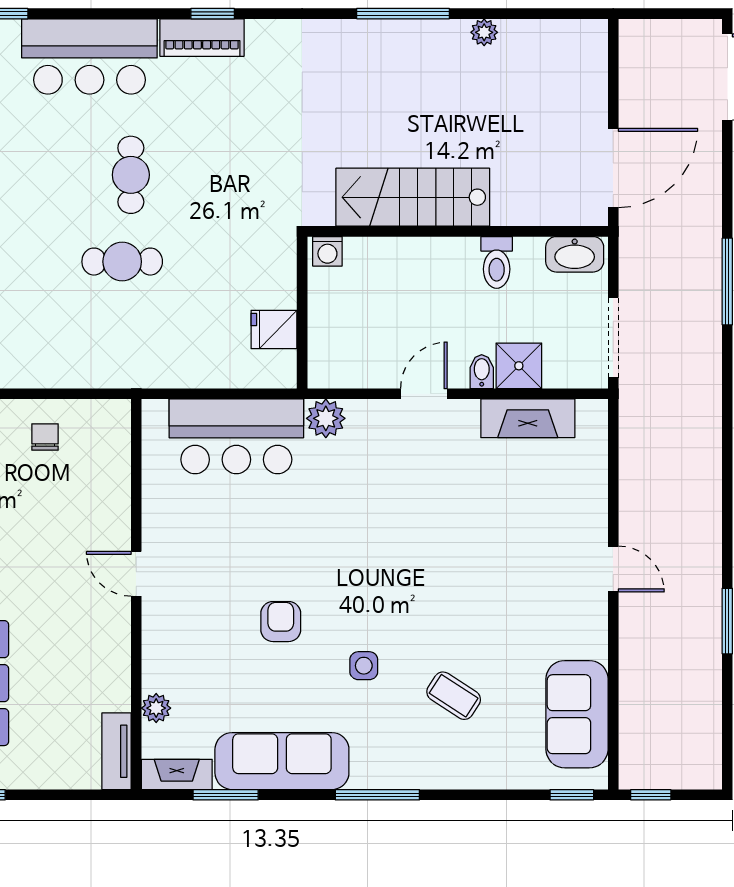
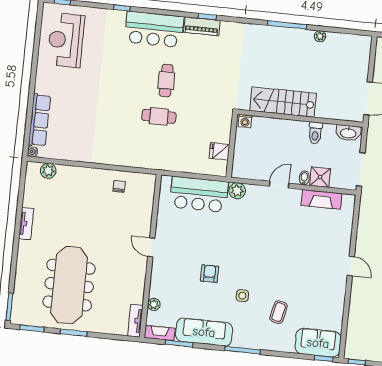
coffee table: (454, 696) -> (279, 312), turned 69
sofa: (577, 714) -> (318, 343), moved, turned 90

